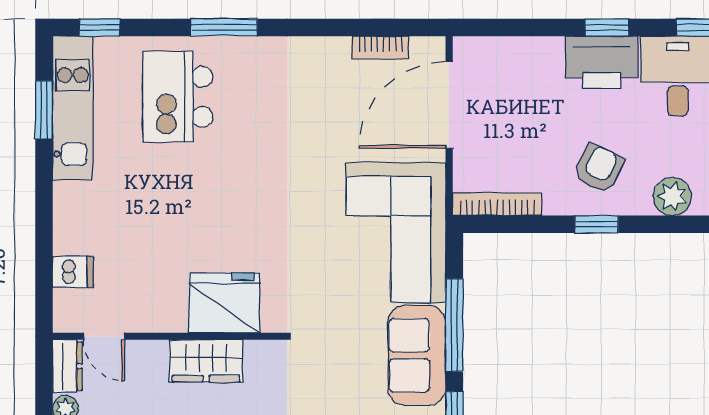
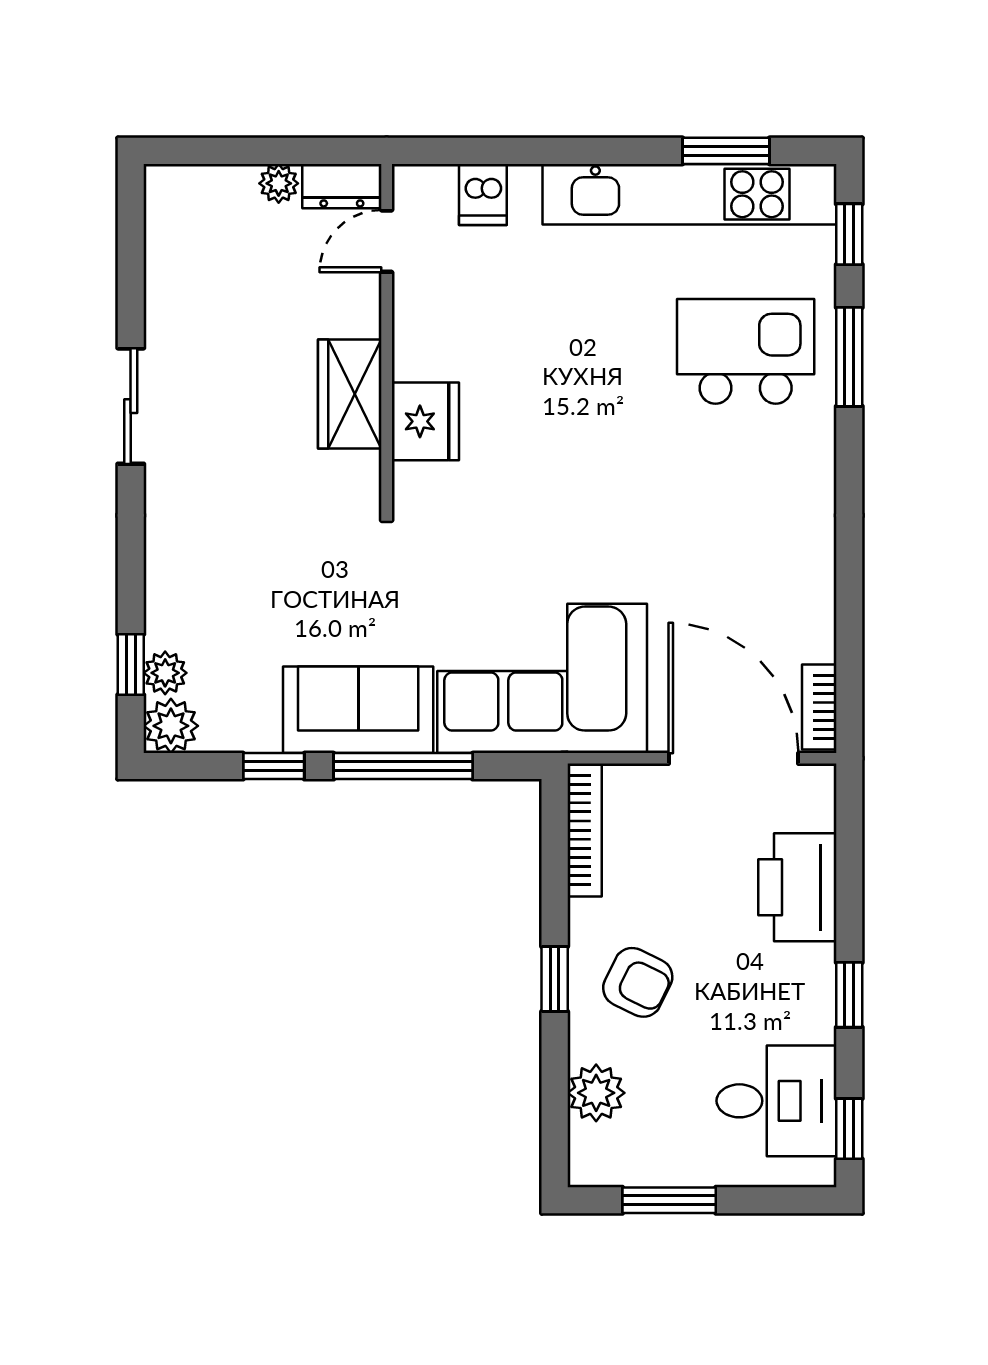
window: (224, 28) -> (849, 357), moved
bookcase: (380, 48) -> (819, 707), moved
printer: (602, 62) -> (797, 887), moved
kitchen unit: (73, 108) -> (689, 194), width x1.36
fridge: (224, 303) -> (425, 421), width x0.73, depth x0.75

